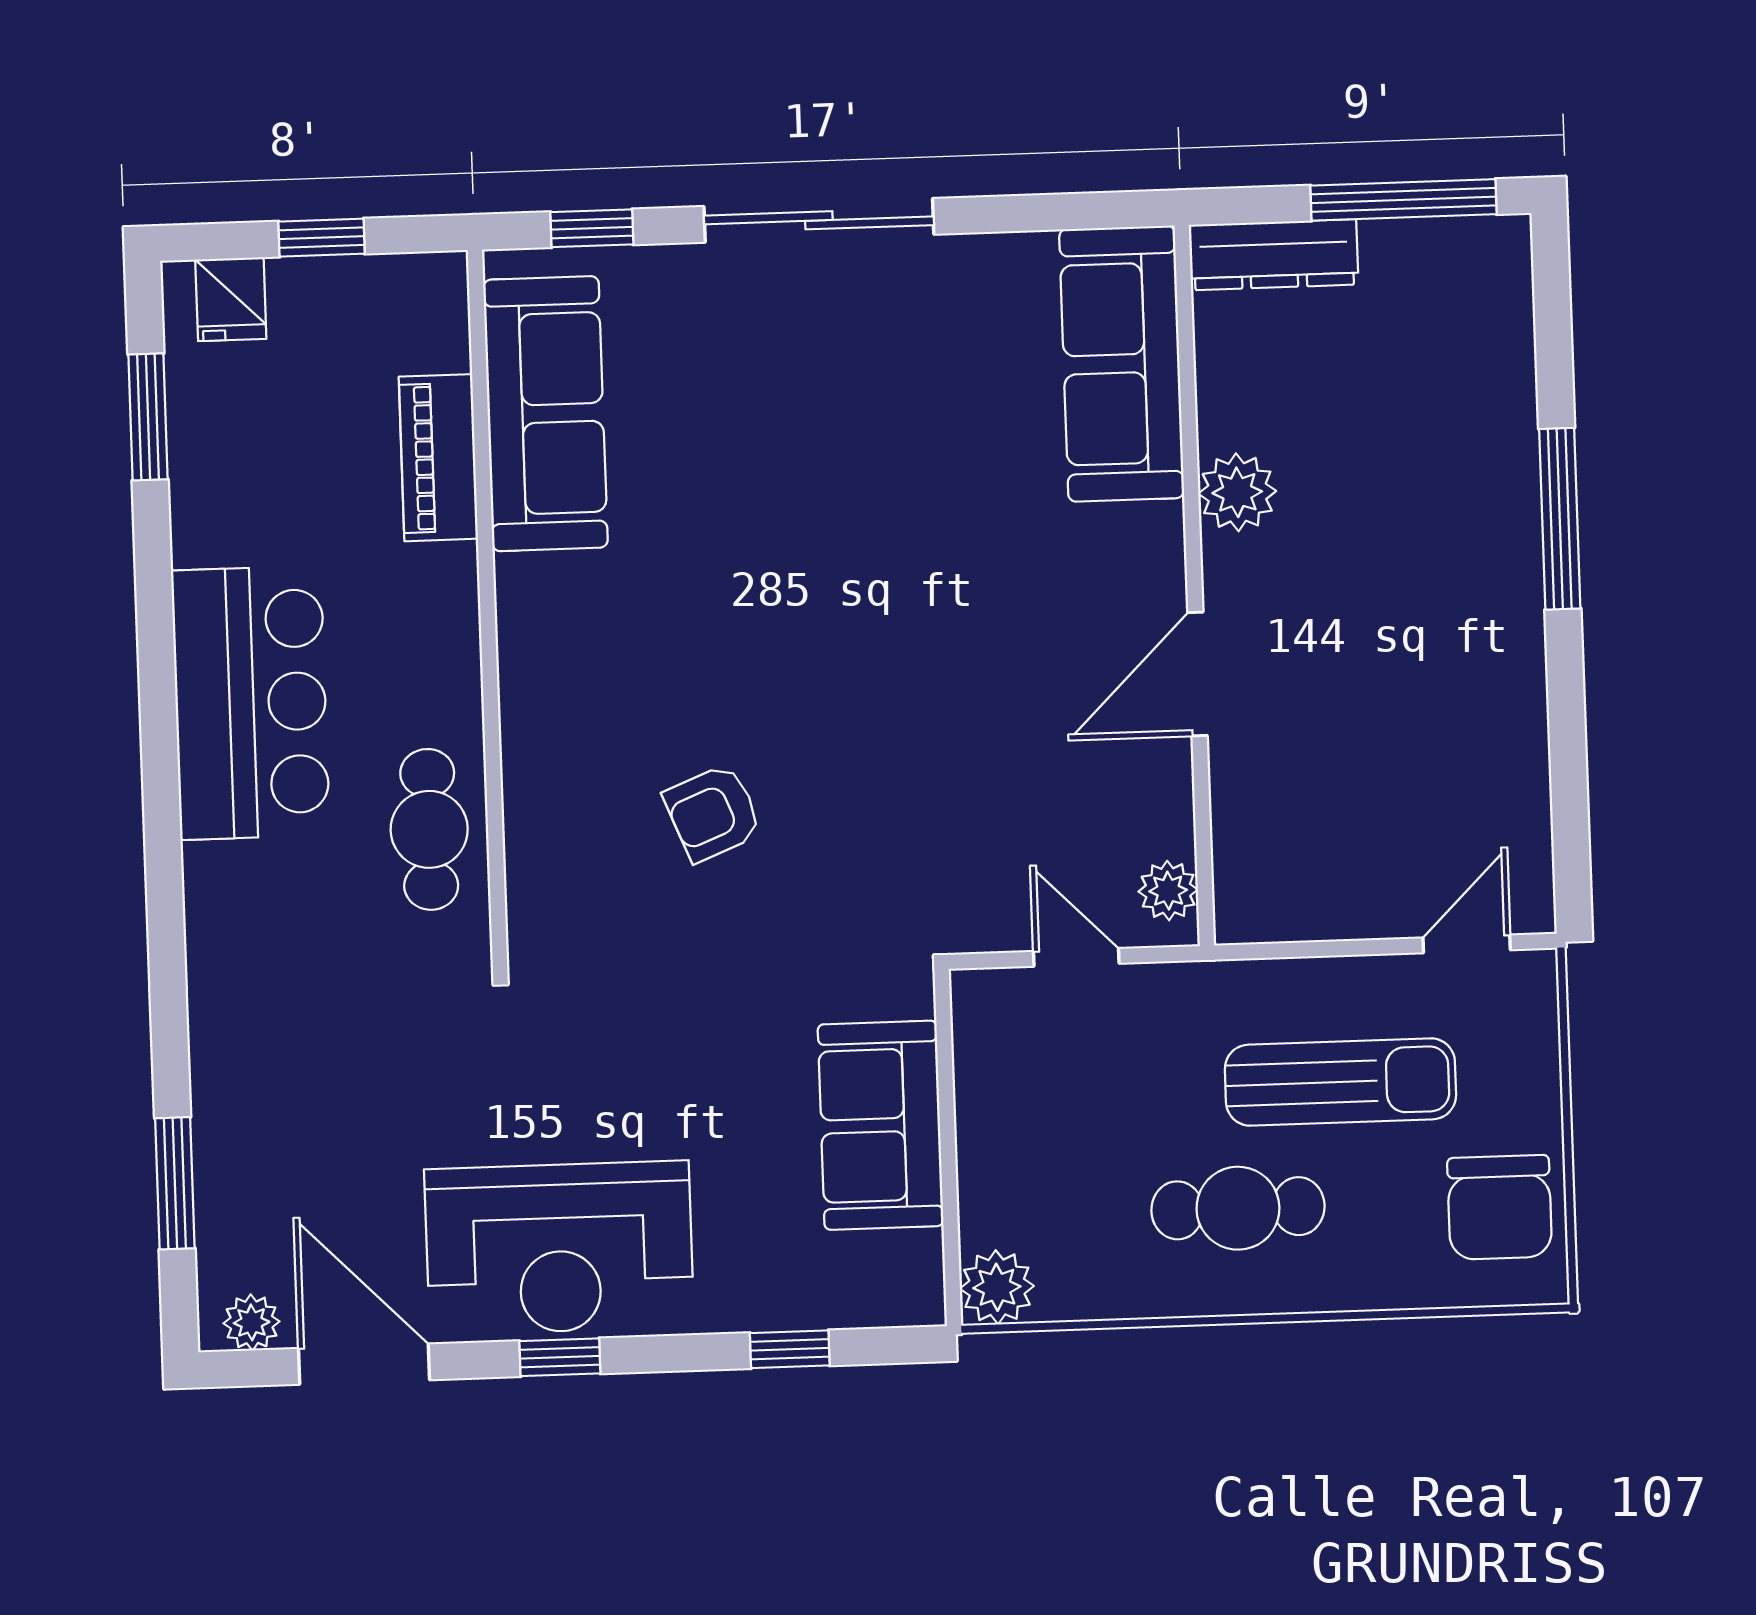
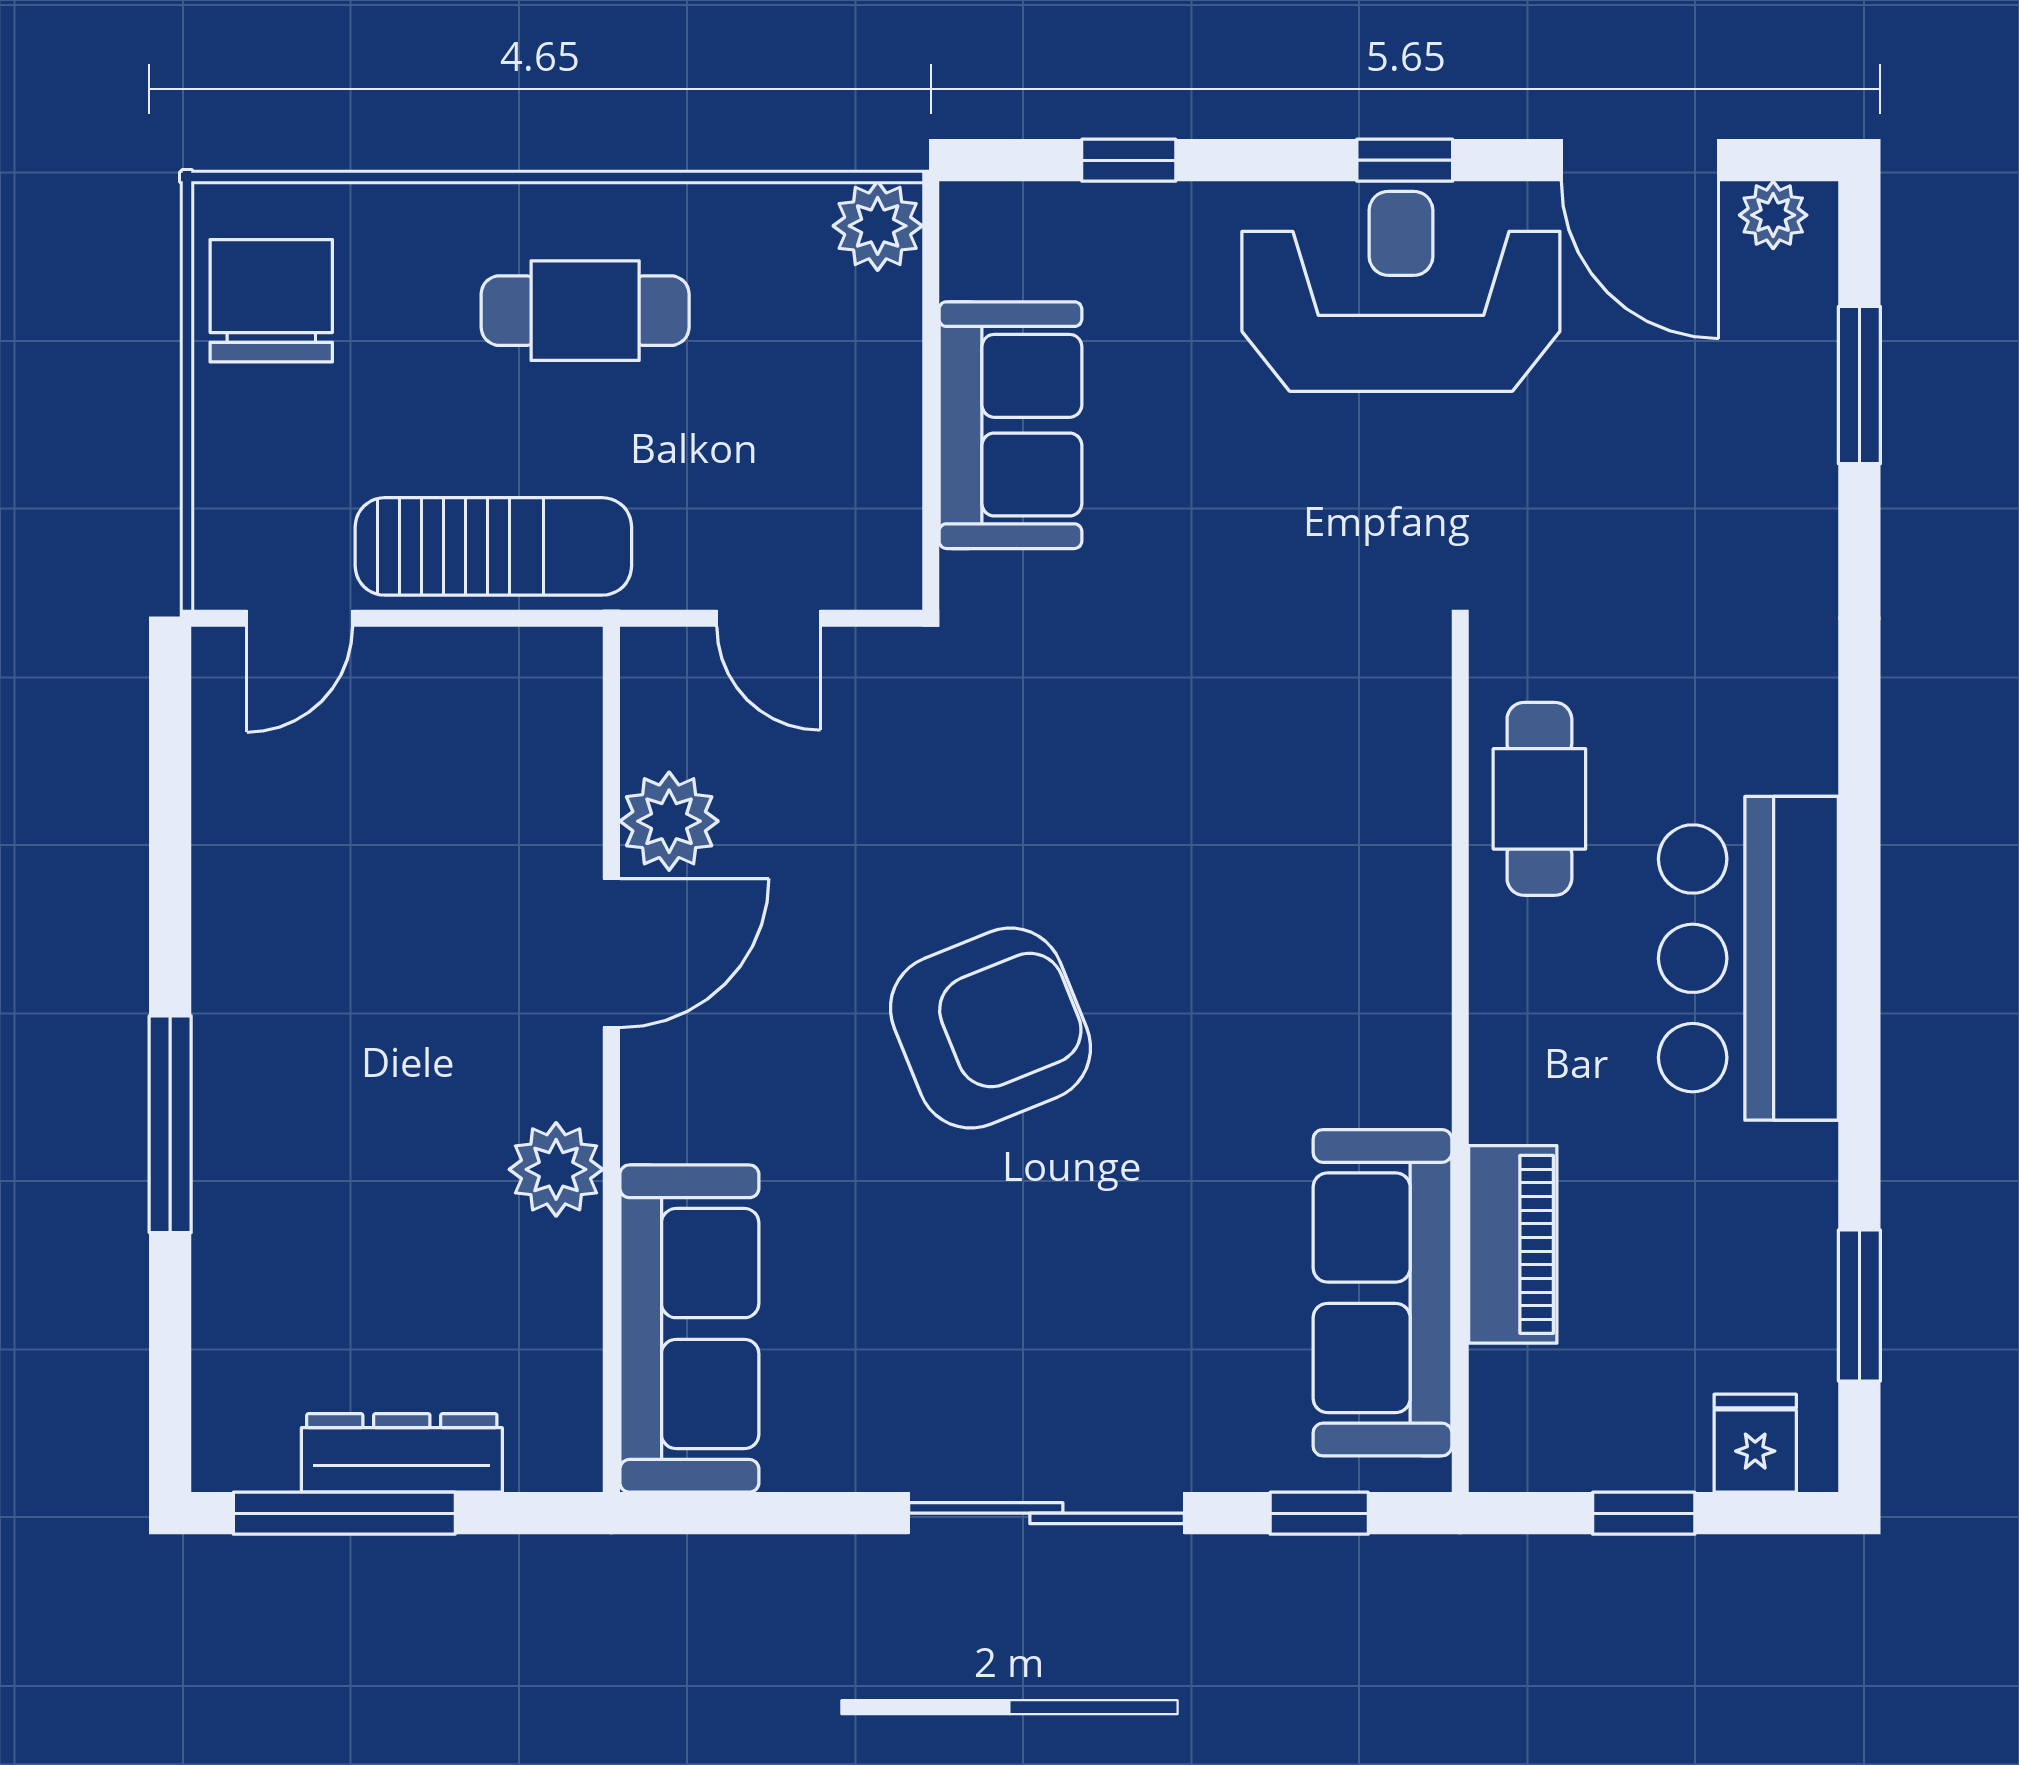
dresser: (1274, 255) -> (402, 1453), moved
armchair: (713, 813) -> (990, 1028), moved, width x1.88, depth x1.88
plant: (1168, 891) -> (669, 821), moved, width x1.38, depth x1.38
sun lounger: (1340, 1082) -> (493, 546), moved, turned 180

